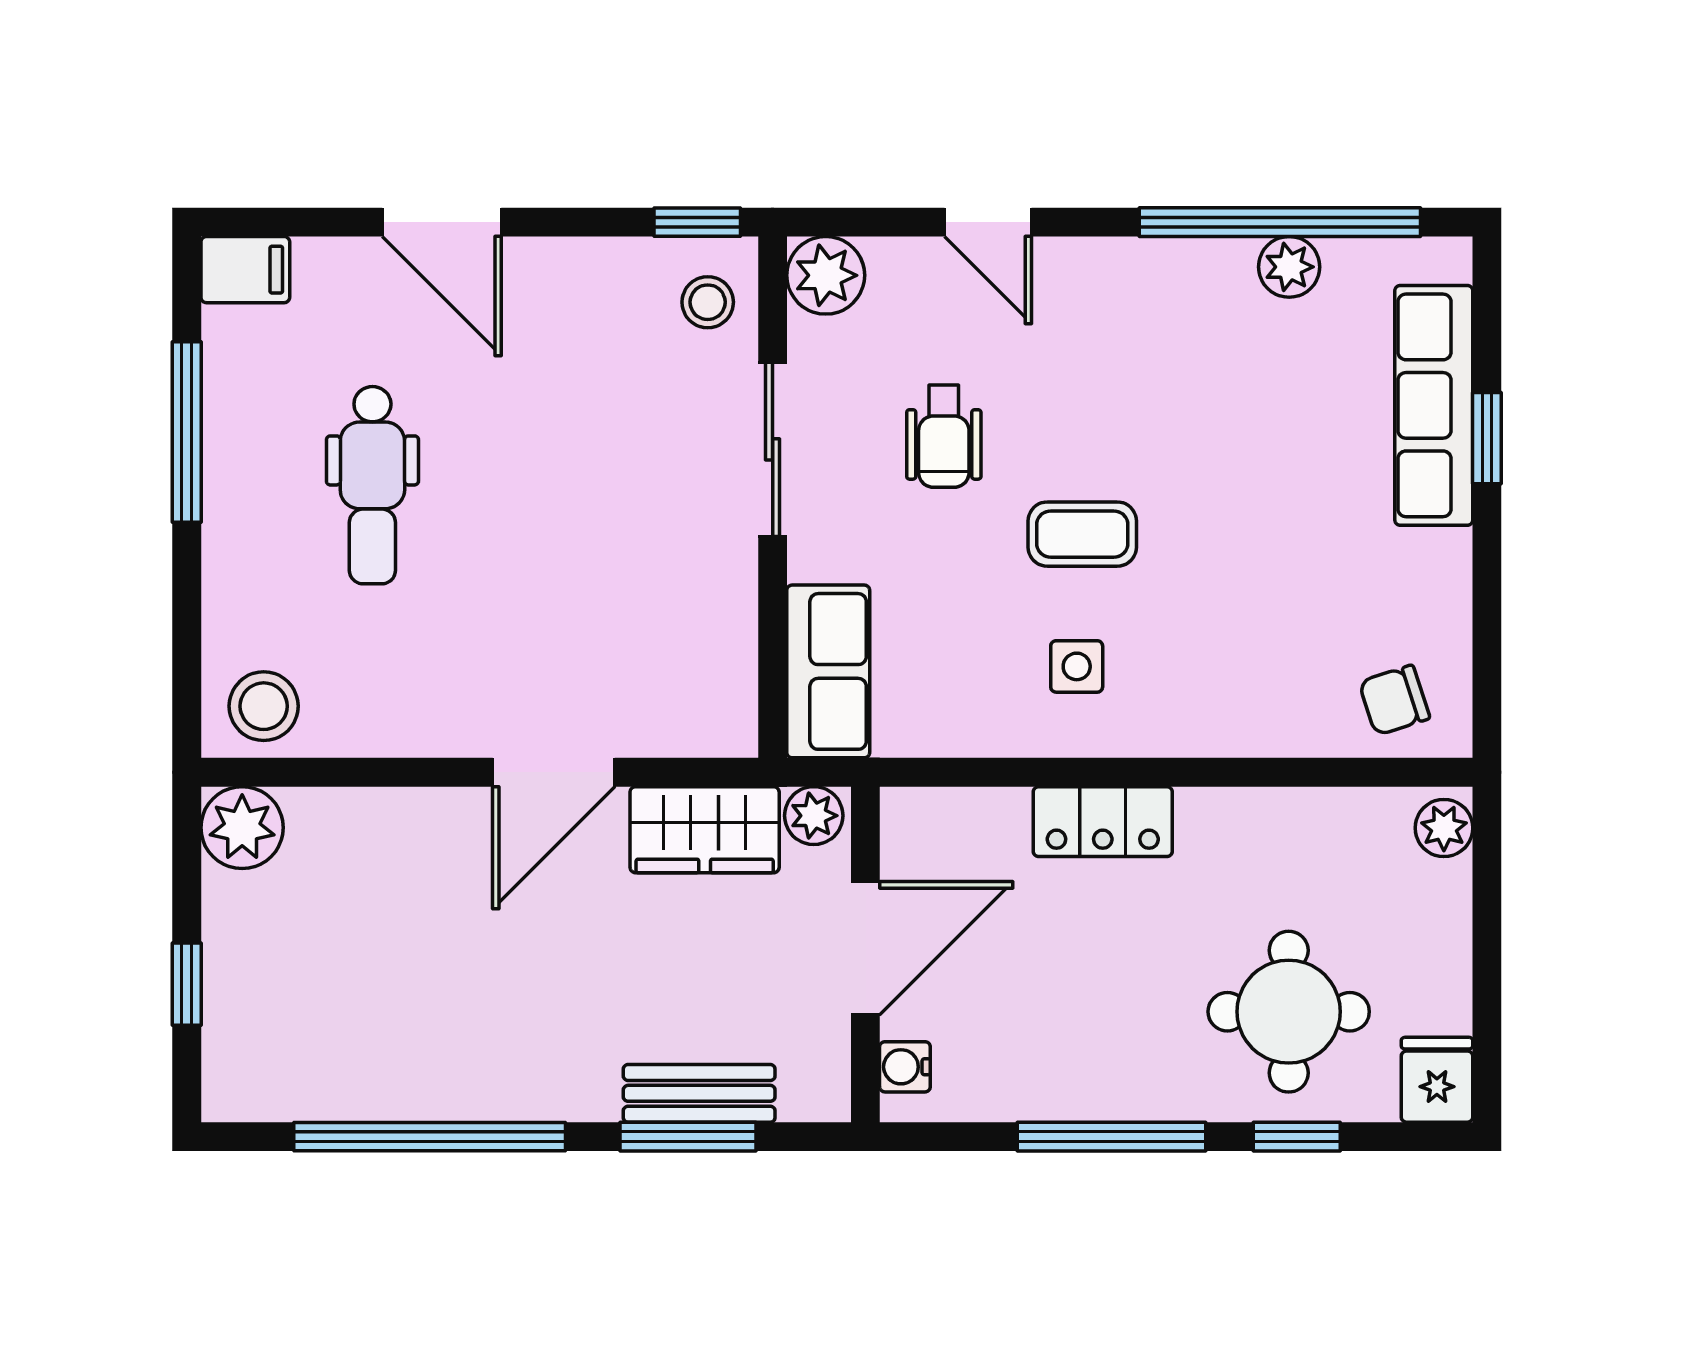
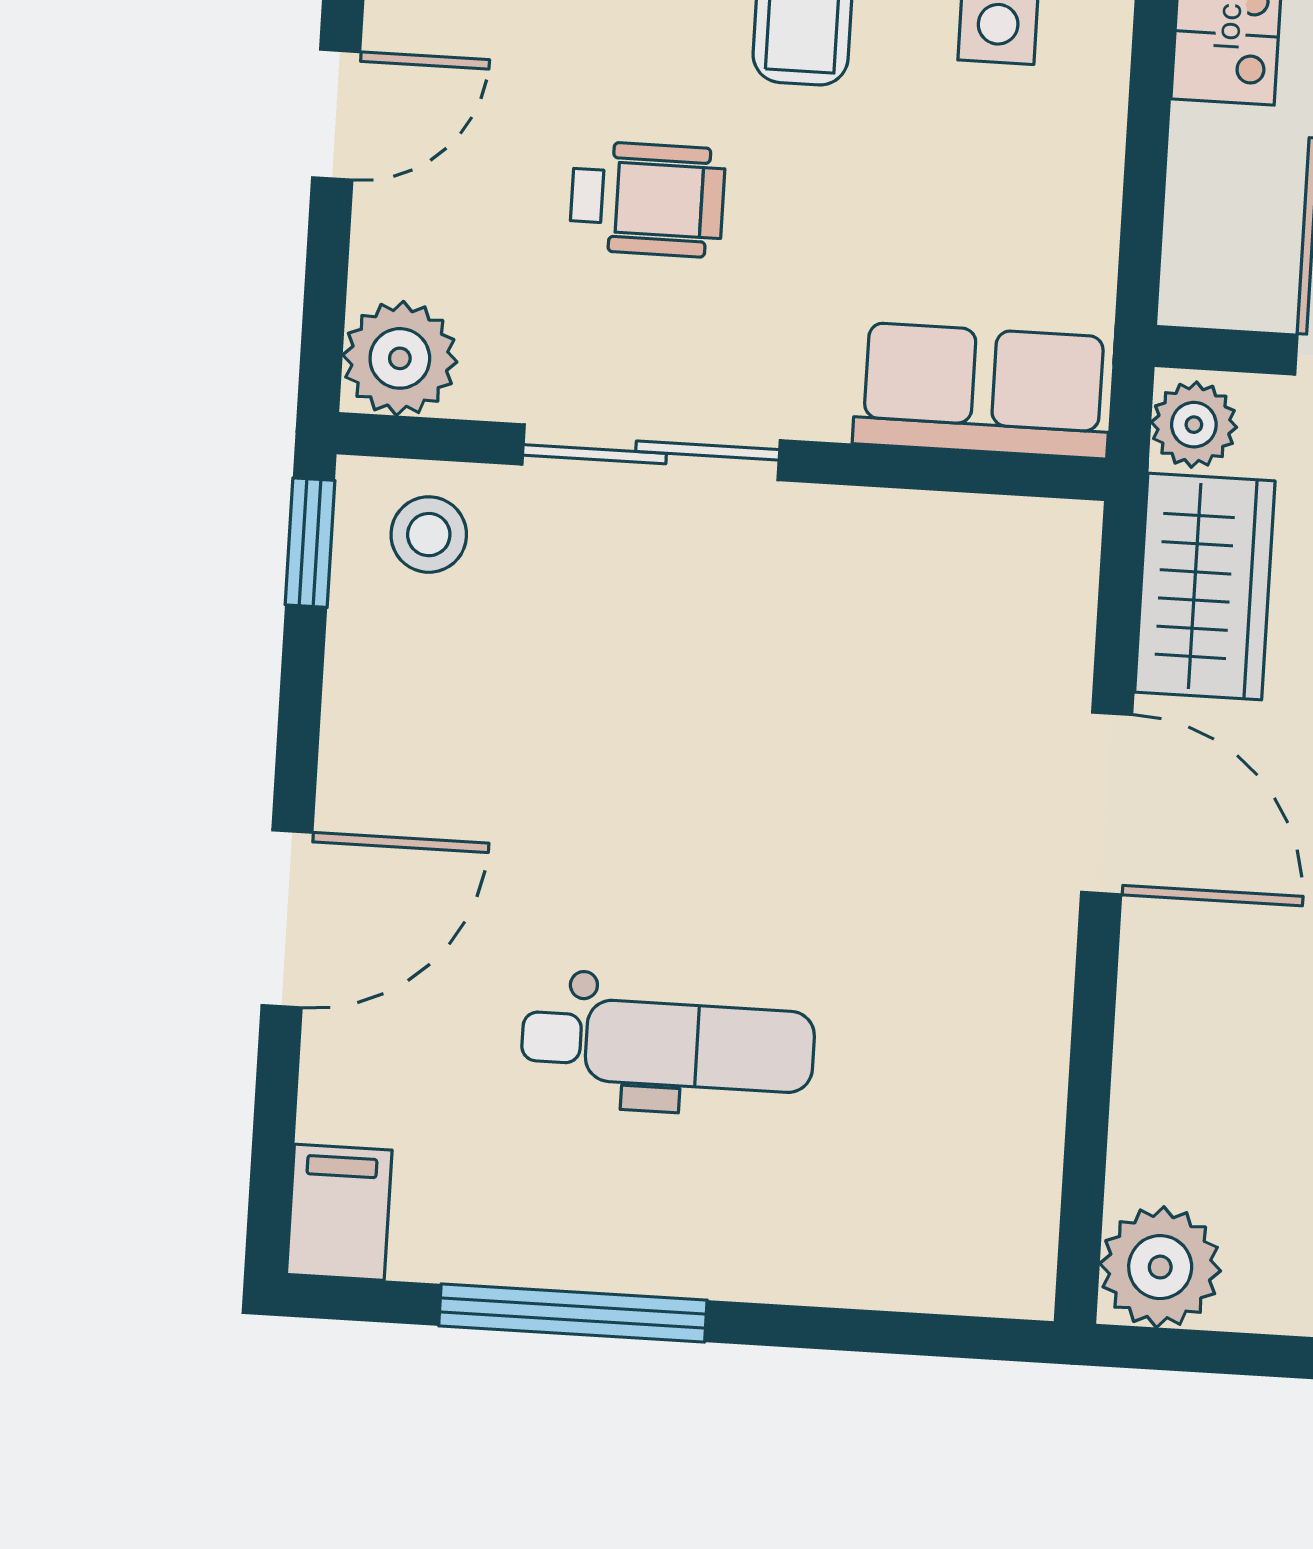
stool: (264, 706) -> (983, 1224), removed

